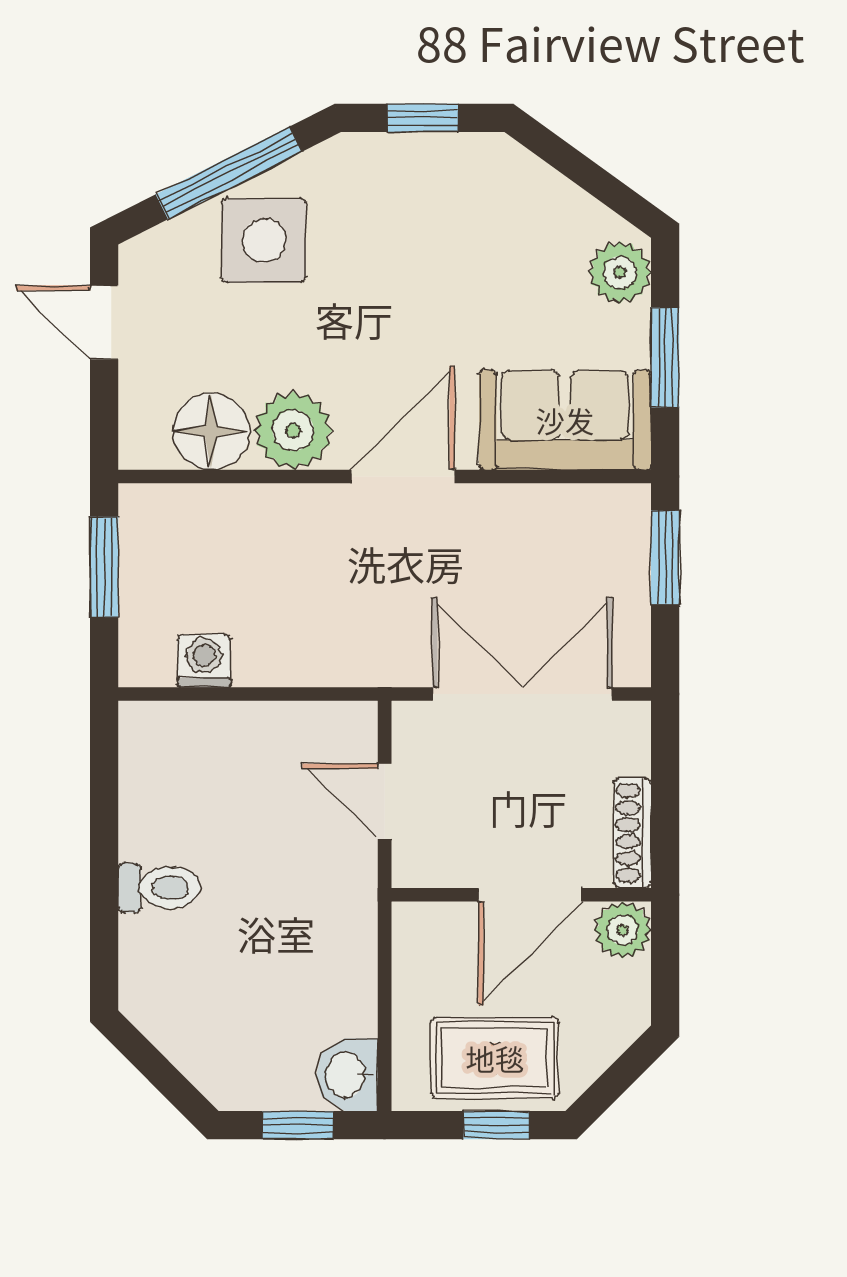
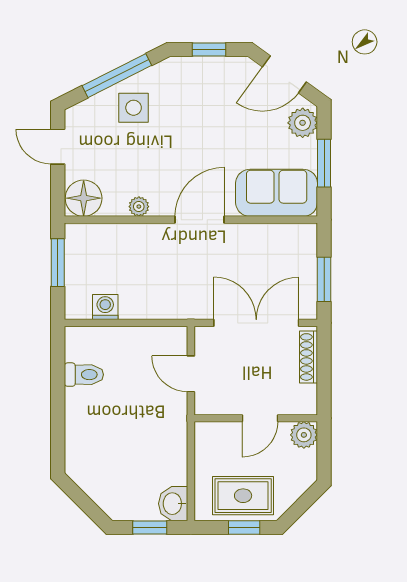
door: (581, 170) -> (284, 74), added
side table: (264, 241) -> (134, 108), width x0.73, depth x0.73
plant: (293, 430) -> (139, 207), width x0.53, depth x0.53
floor lamp: (211, 431) -> (84, 198), moved
window: (665, 558) -> (324, 279), moved
shoe rack: (632, 833) -> (309, 357), moved
toilet: (159, 888) -> (84, 375), moved
door: (530, 895) -> (260, 418), width x0.73

